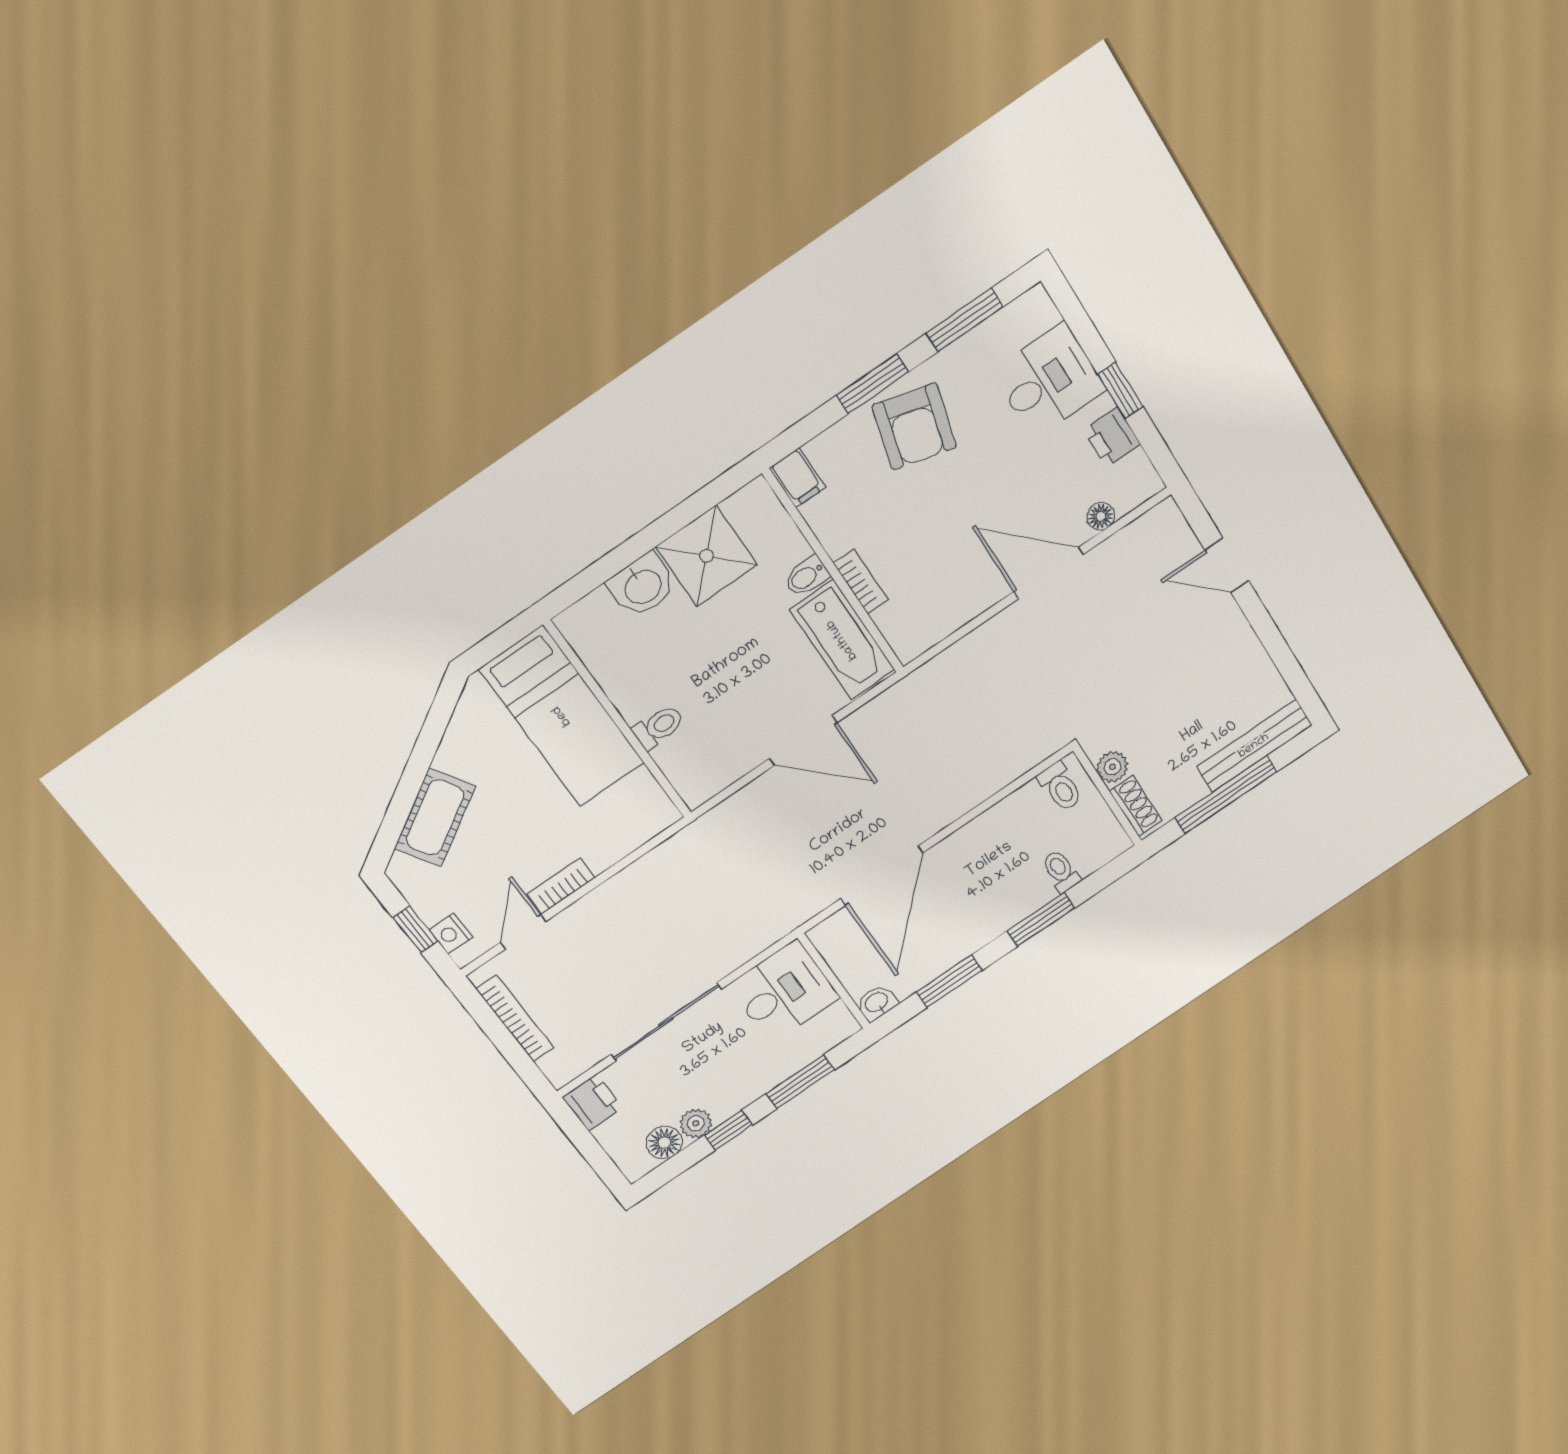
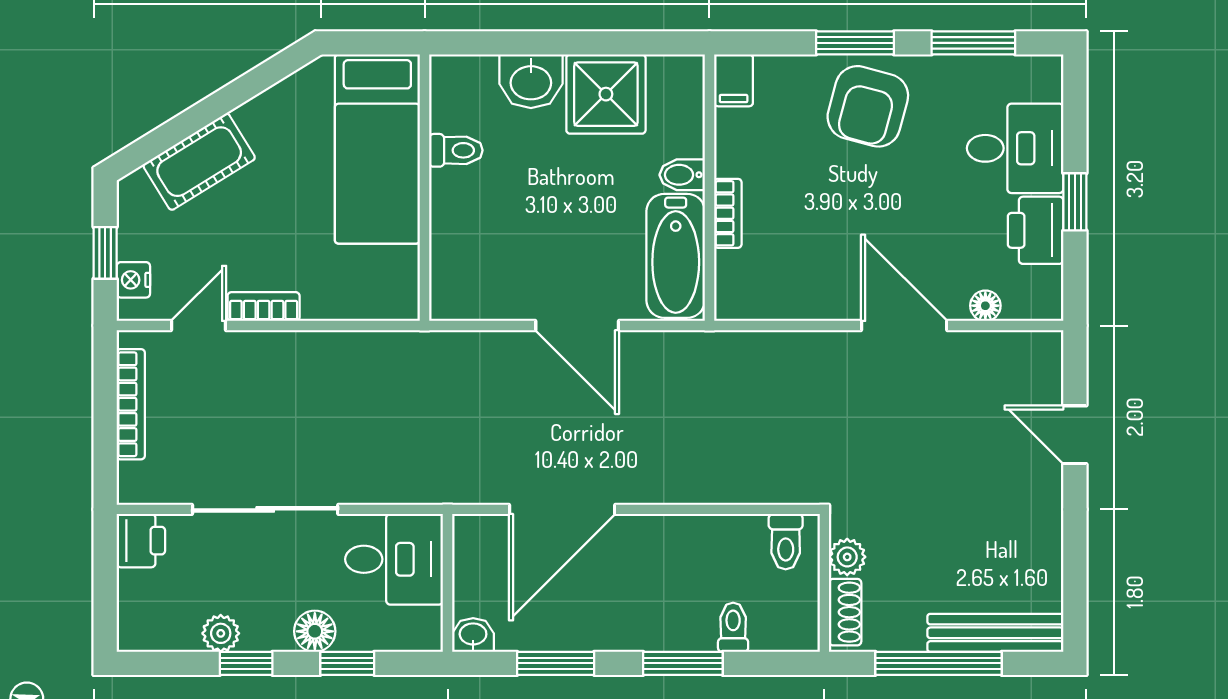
printer: (1112, 437) -> (1036, 230), width x1.36, depth x1.24
toilet: (658, 727) -> (456, 150), moved
window: (800, 1082) -> (347, 663), width x0.67
floor lamp: (664, 1143) -> (315, 631), moved

